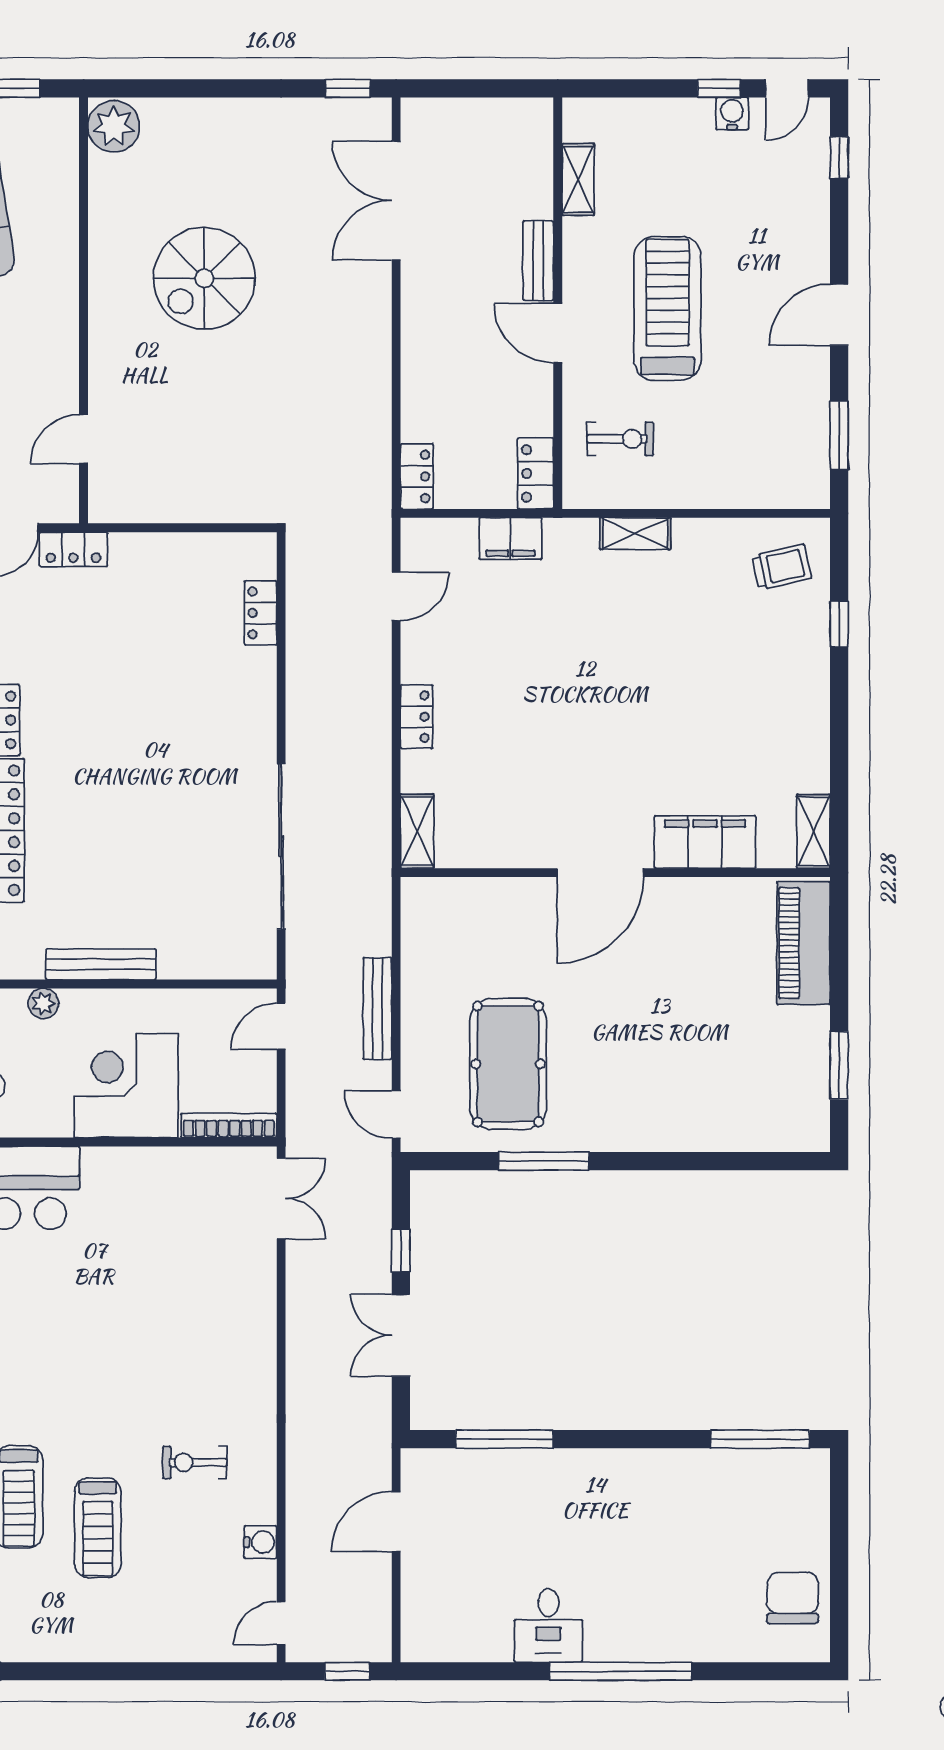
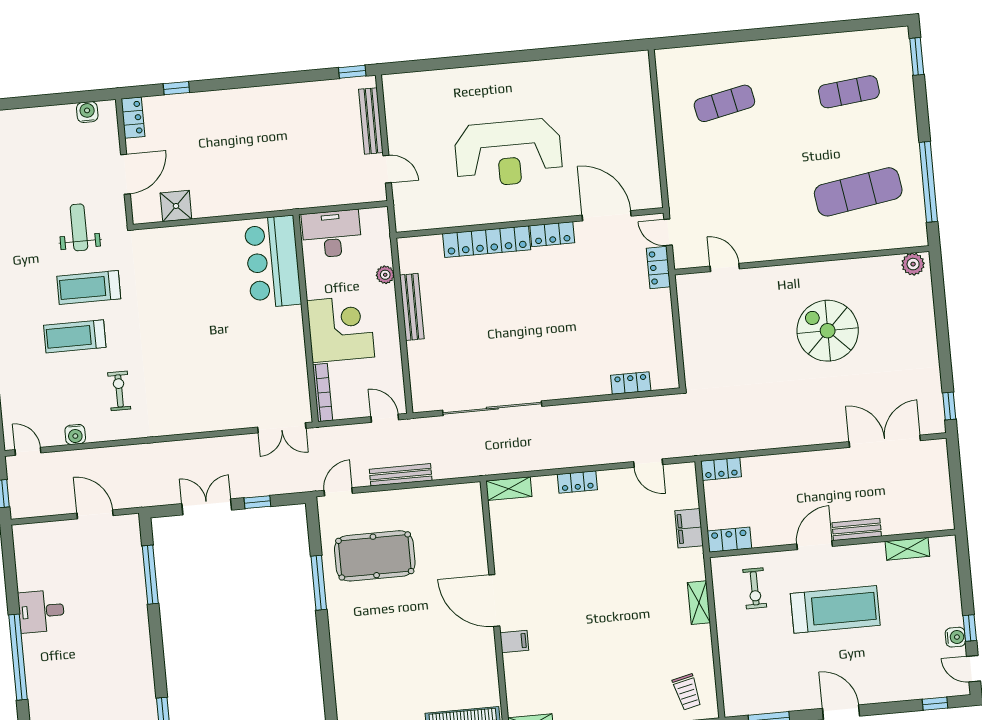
plant: (114, 126) -> (913, 264), width x0.73, depth x0.73
filing cabinet: (705, 842) -> (514, 641), width x0.33, depth x0.86

